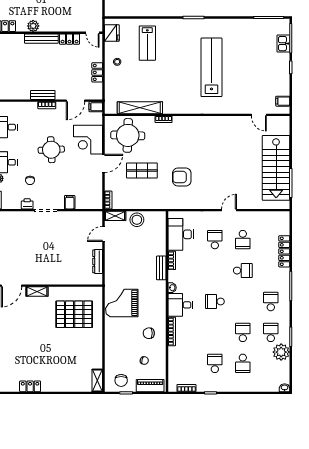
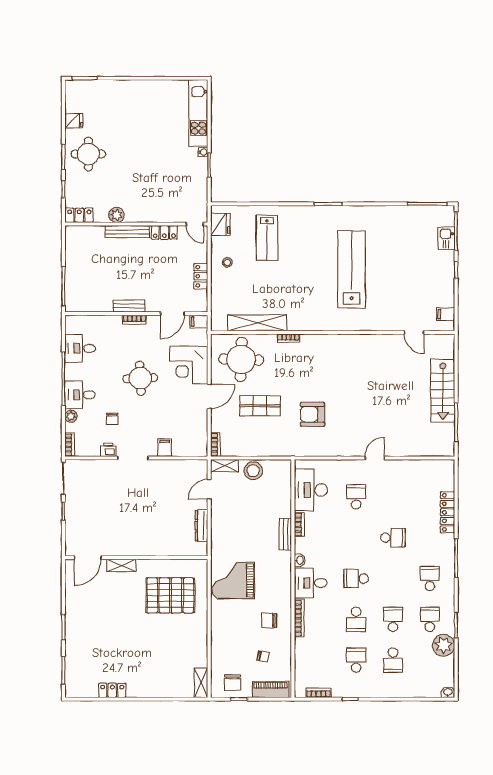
stairs: (276, 168) -> (443, 391), width x0.73, depth x0.66
school desk: (243, 240) -> (356, 619), moved

